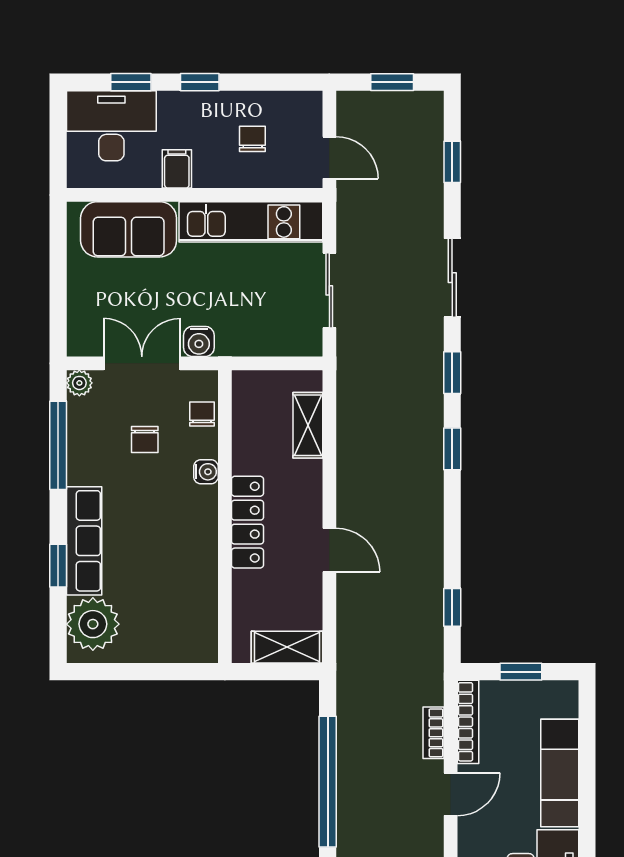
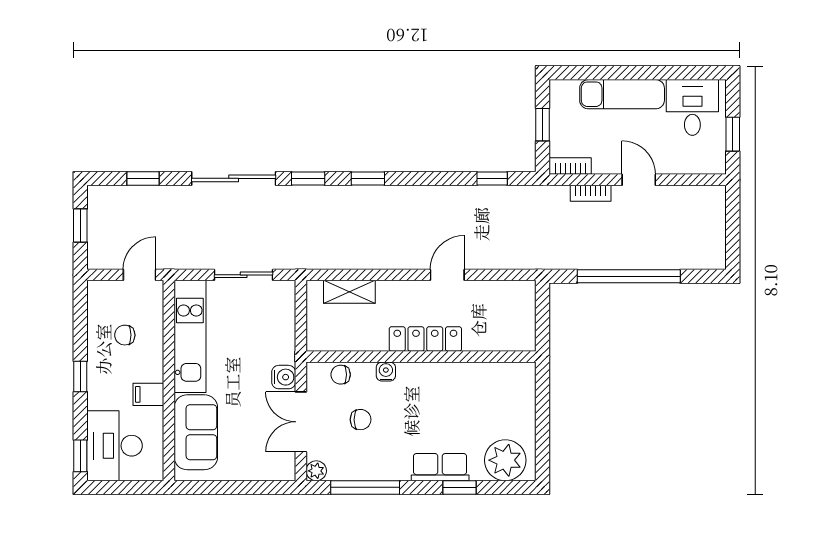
window: (131, 82) -> (80, 456), moved
sliding door: (452, 278) -> (234, 178), width x1.37
row of seats: (84, 541) -> (440, 467), width x0.68
shelving: (287, 647) -> (523, 308), removed
bookcase: (468, 722) -> (570, 166), width x0.64

